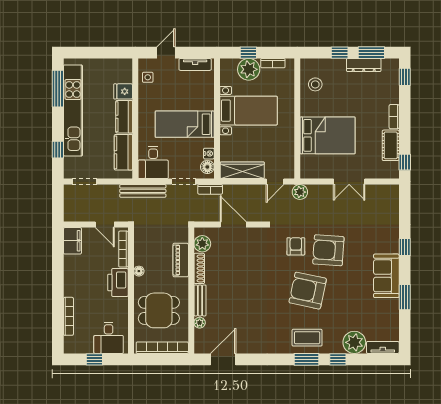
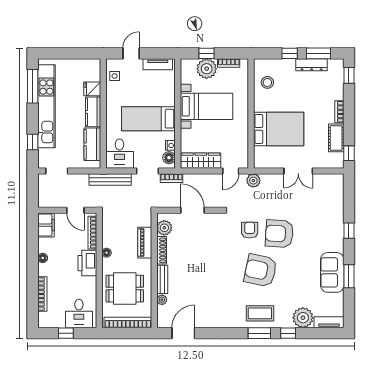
sofa: (386, 276) -> (332, 272), moved
floor lamp: (69, 277) -> (43, 258), added

